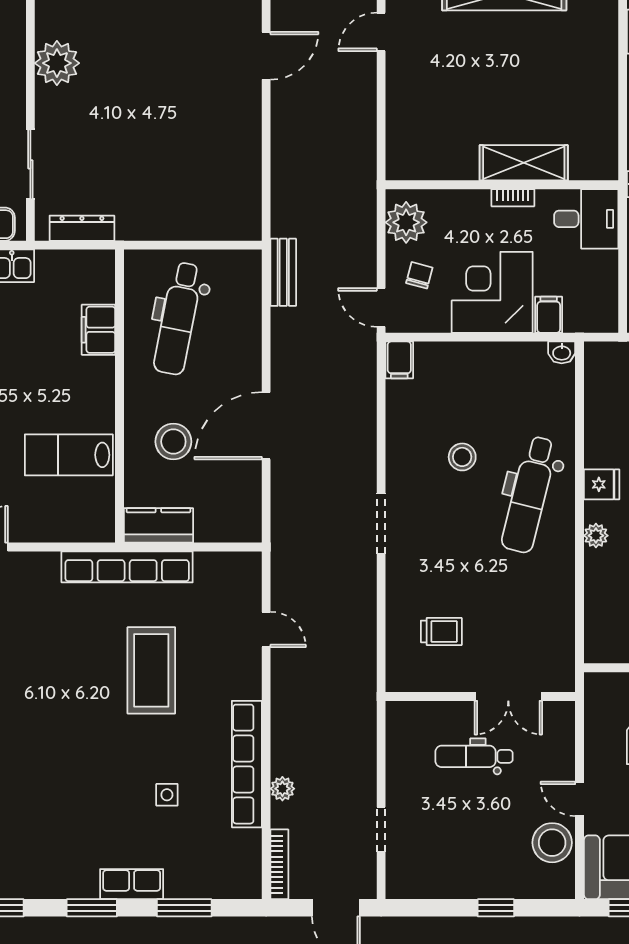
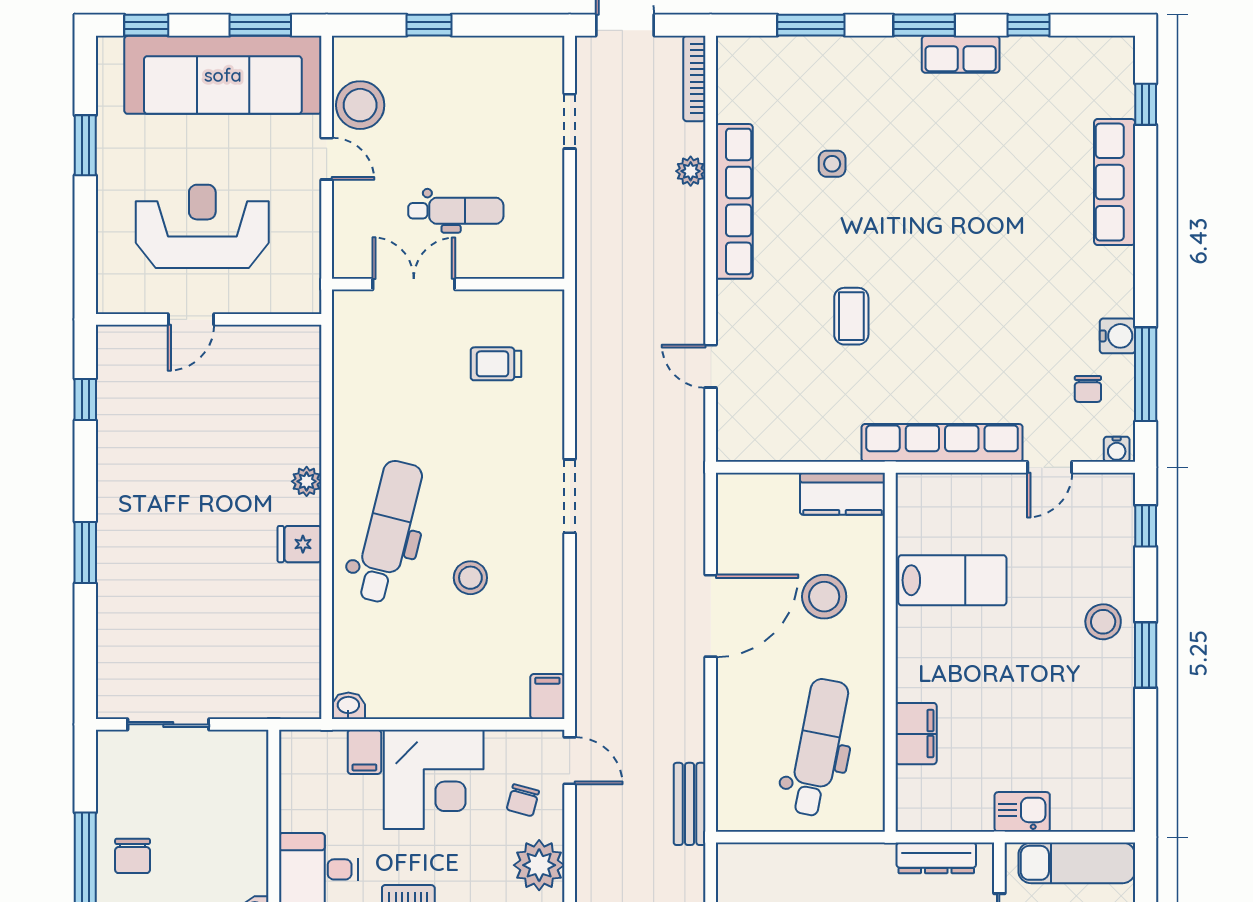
row of seats: (127, 567) -> (942, 443), moved
coffee table: (151, 670) -> (851, 316), width x0.54, depth x0.58
row of seats: (132, 884) -> (961, 54), moved

